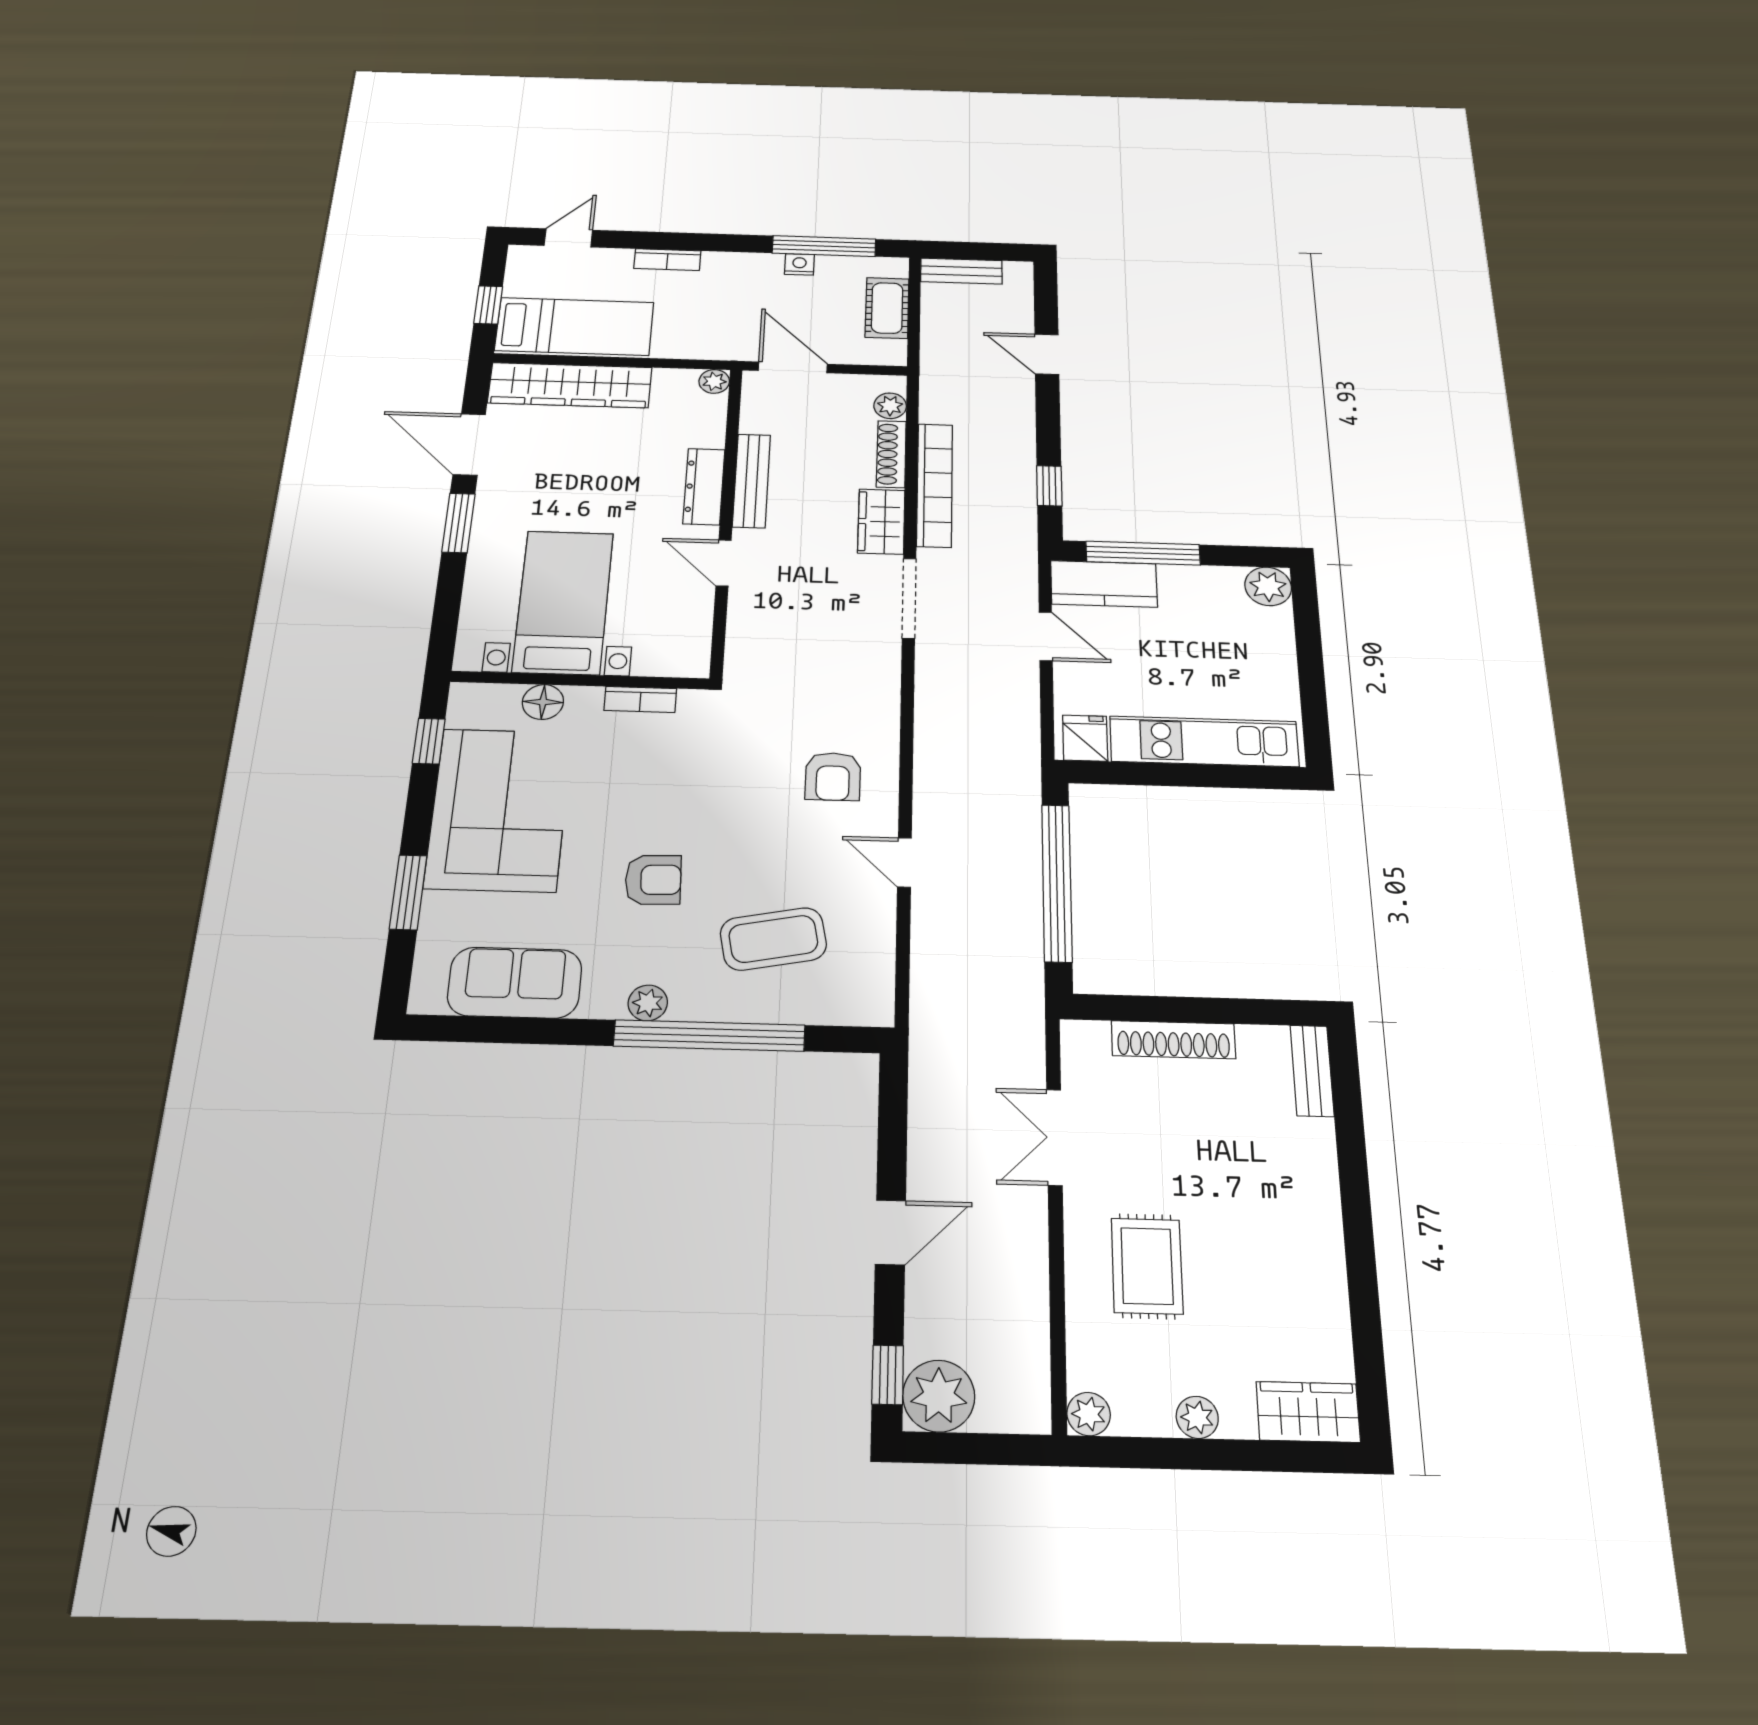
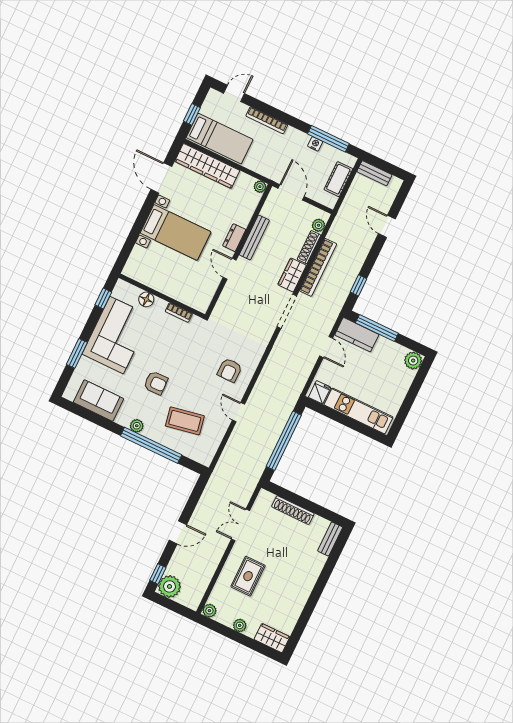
bookcase: (667, 260) -> (267, 120), width x1.56
dresser: (704, 487) -> (234, 238), width x0.70
window: (459, 523) -> (145, 212), removed
bed with nightstands: (563, 602) -> (176, 232), moved, turned 90

